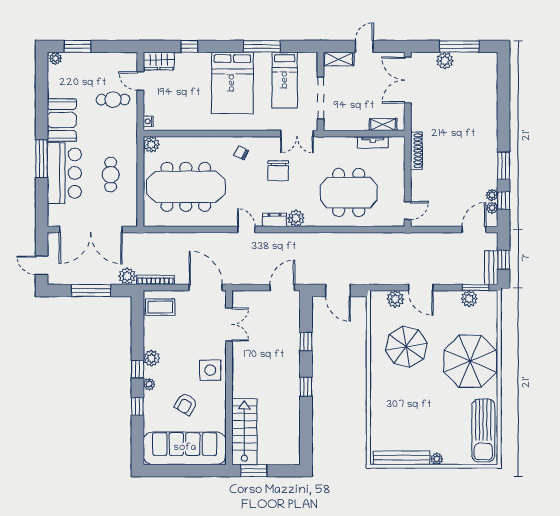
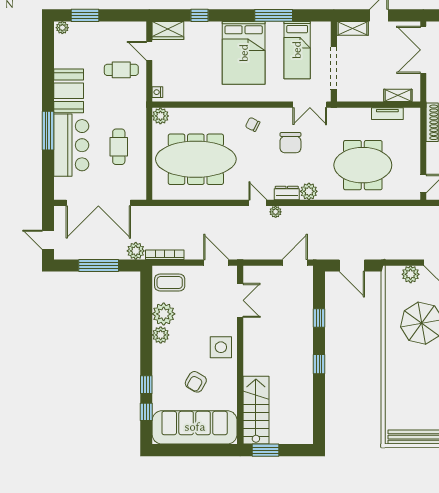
plant: (264, 238) -> (276, 212), added
door: (206, 288) -> (216, 263), width x0.73
window: (137, 369) -> (146, 412), moved
plant: (149, 384) -> (164, 314), moved, width x1.87, depth x1.87

